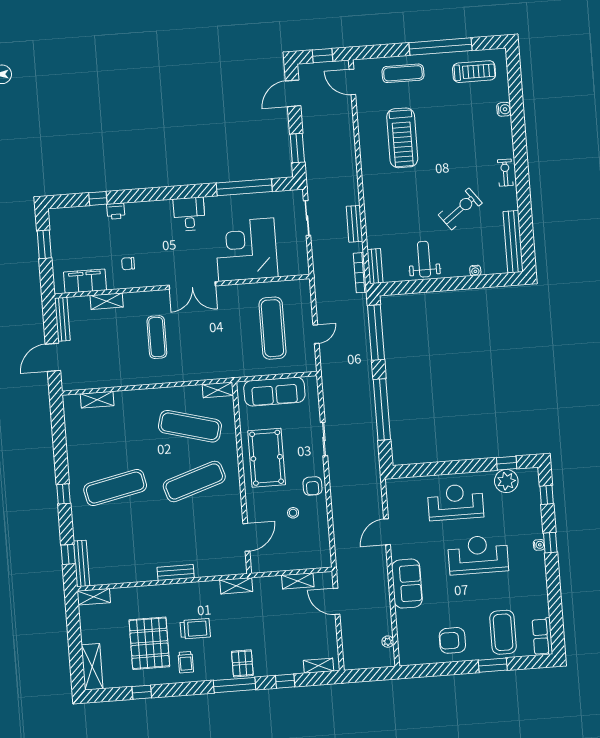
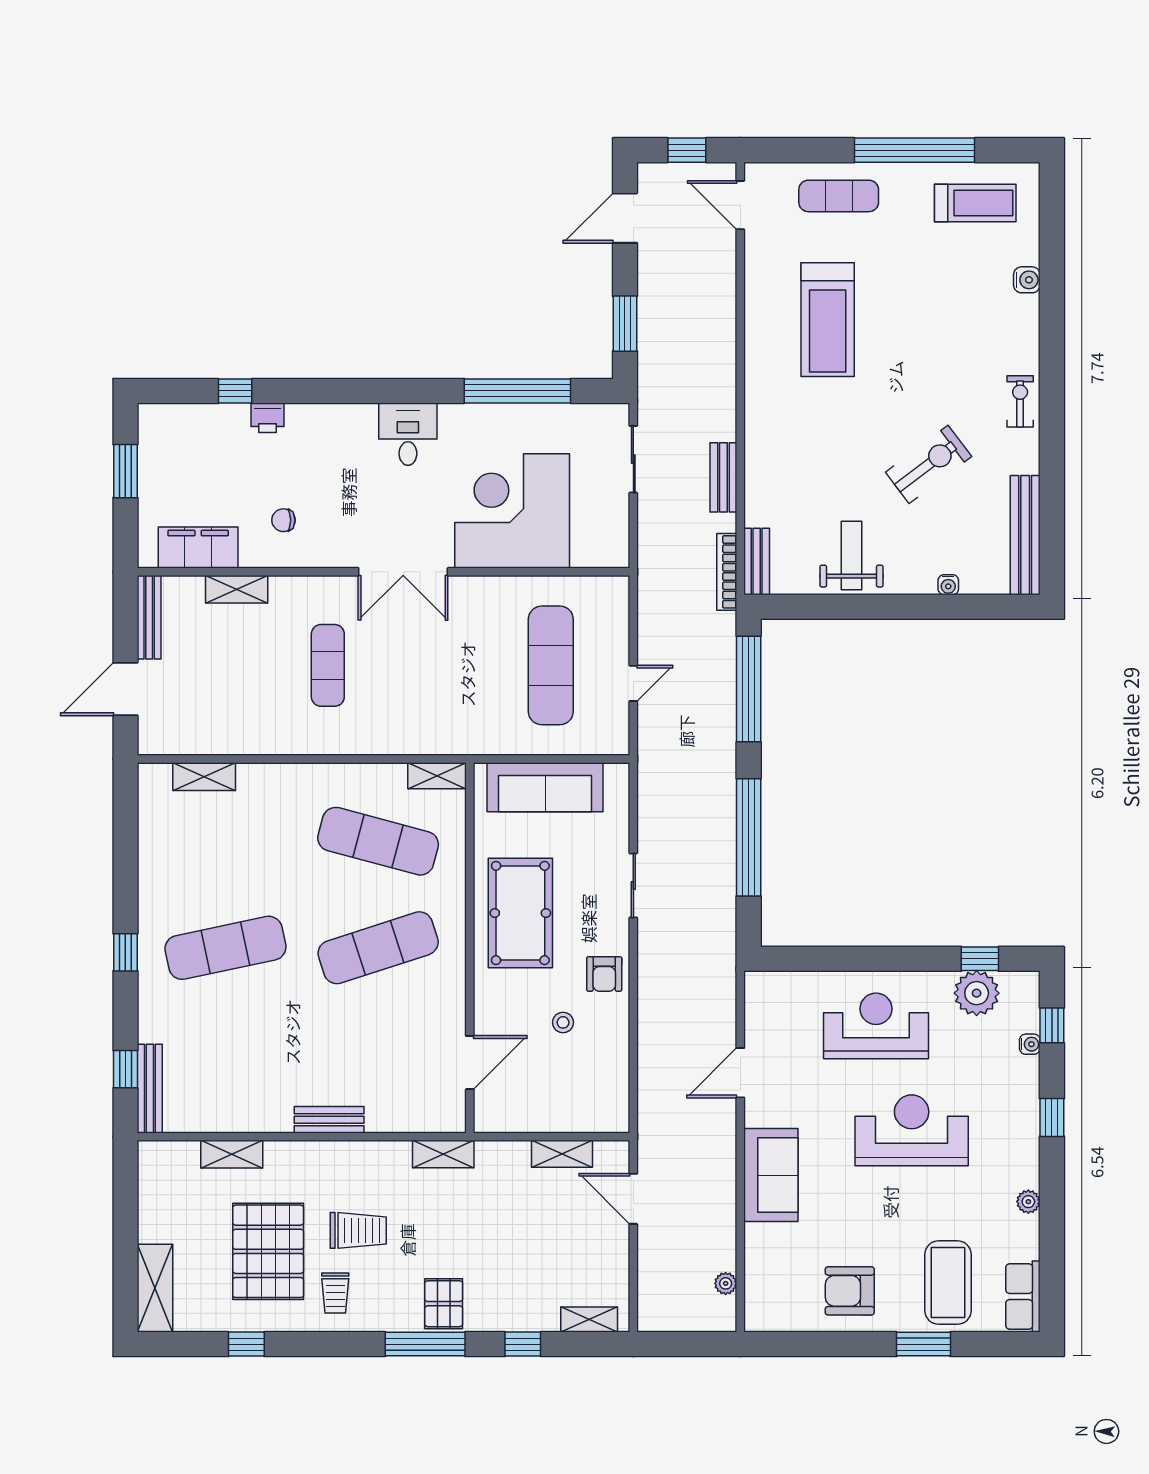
water cooler: (539, 545) -> (1030, 1044), moved
plant: (541, 587) -> (1028, 1202), added
shelving: (94, 597) -> (232, 1154), moved

